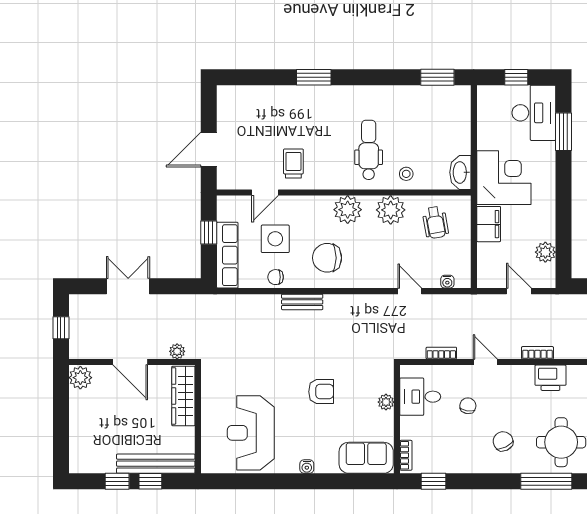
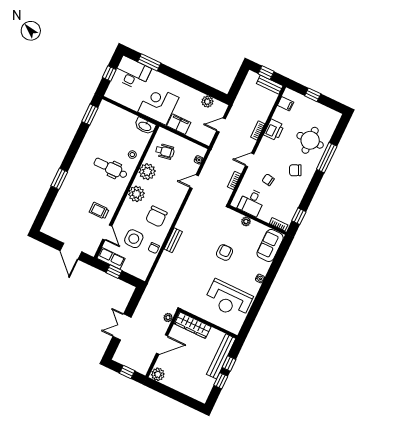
row of seats: (227, 255) -> (111, 258), moved, width x0.68

